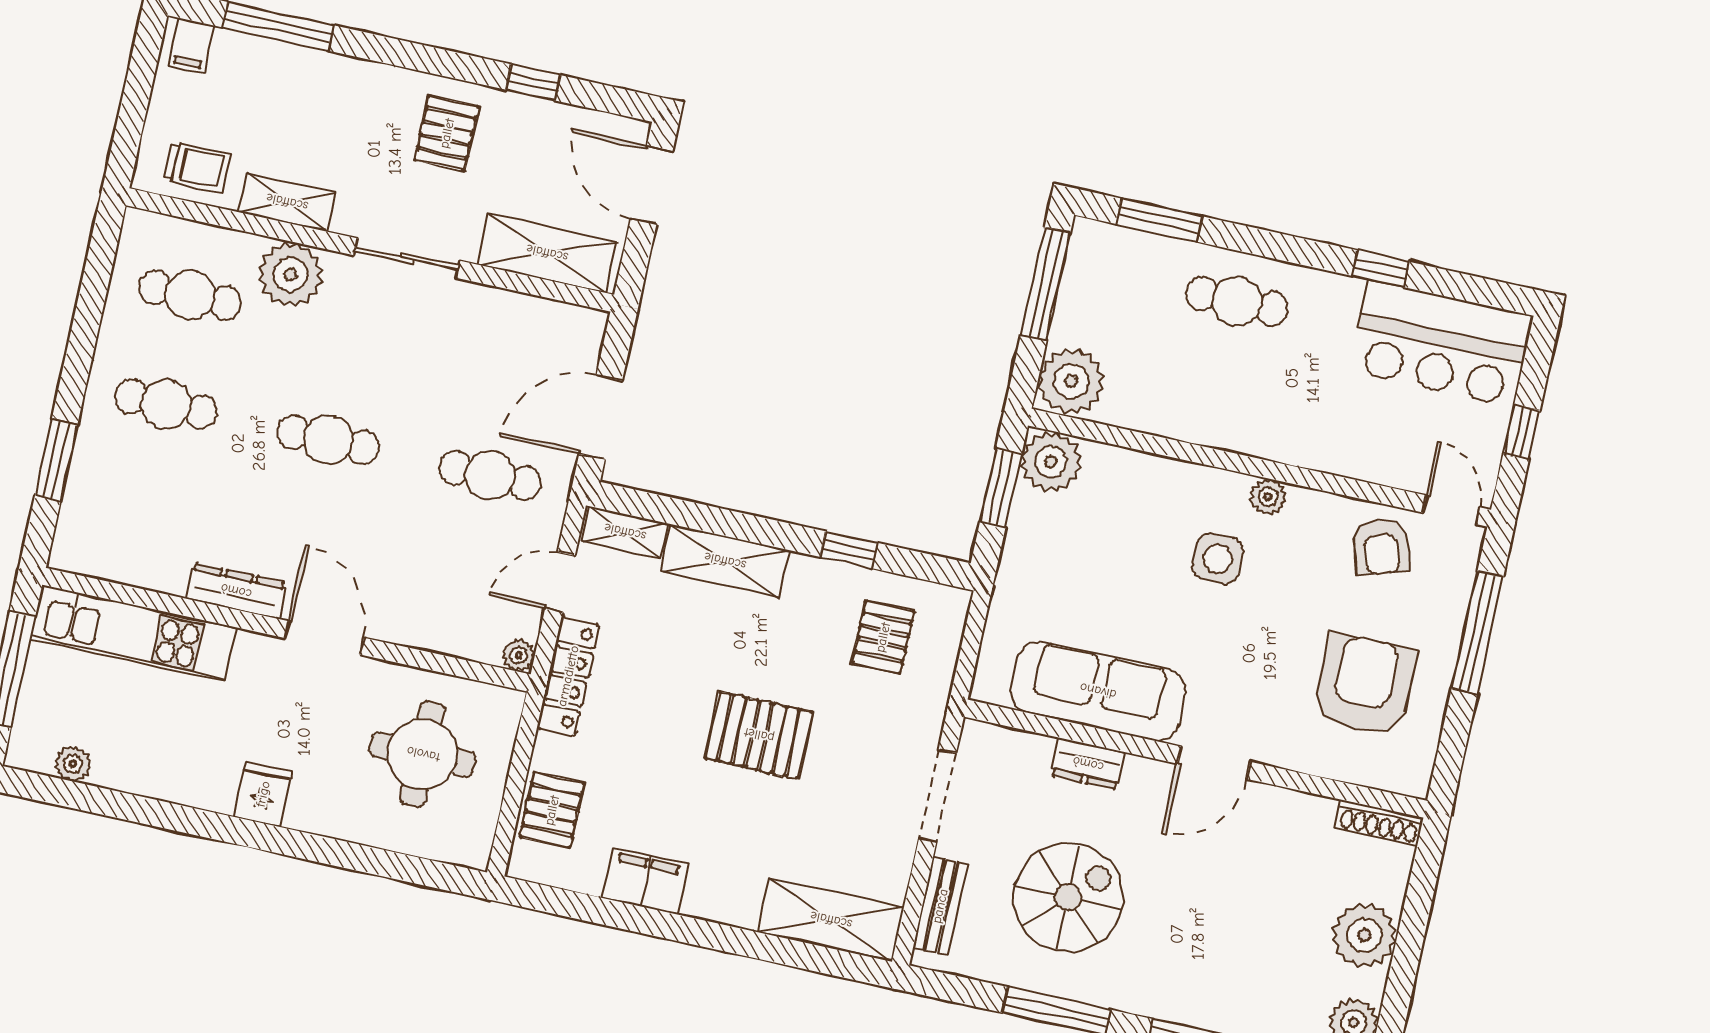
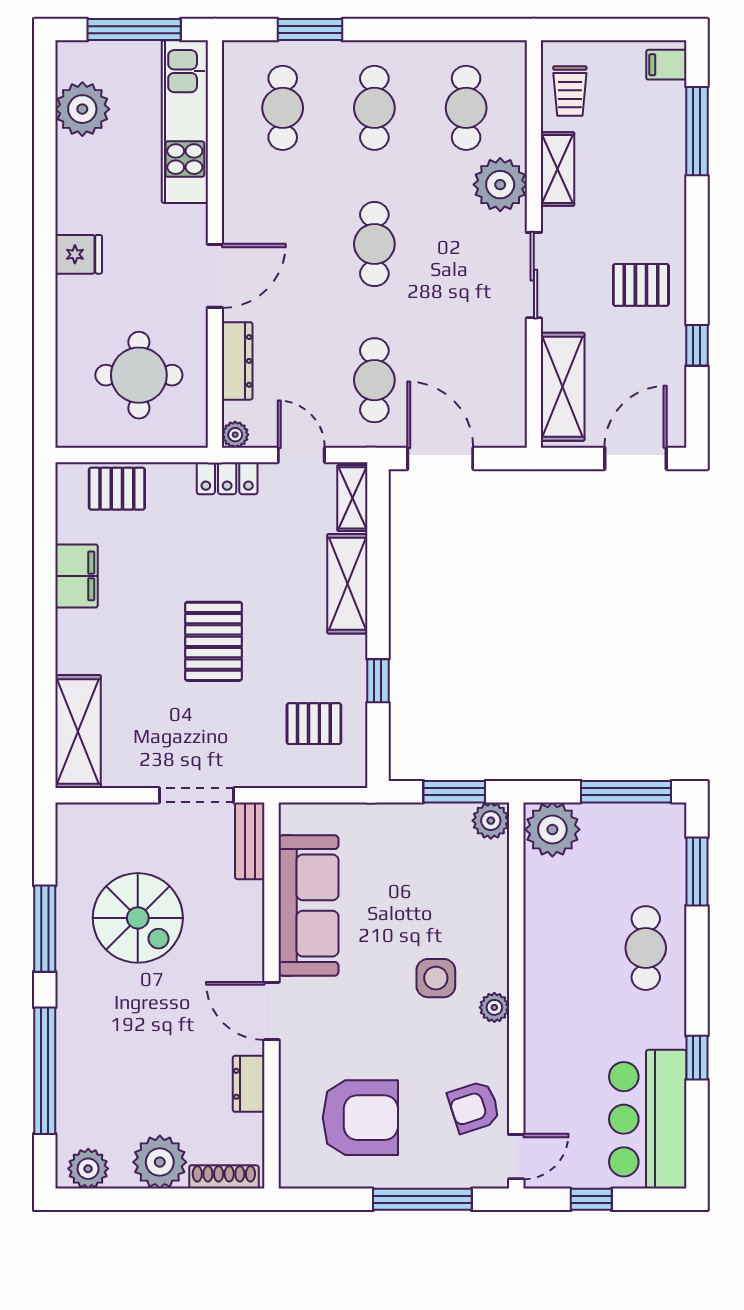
plant: (1051, 462) -> (491, 821), width x0.73, depth x0.73
cafe table: (142, 513) -> (283, 108), added
dresser: (236, 591) -> (237, 361), moved
locker: (568, 676) -> (227, 478), width x0.66
plant: (73, 764) -> (82, 109), width x1.88, depth x1.88
dresser: (1088, 764) -> (249, 1084), moved
shoe rack: (1379, 823) -> (224, 1177), moved, turned 90
bench: (940, 906) -> (250, 841), moved, turned 90

